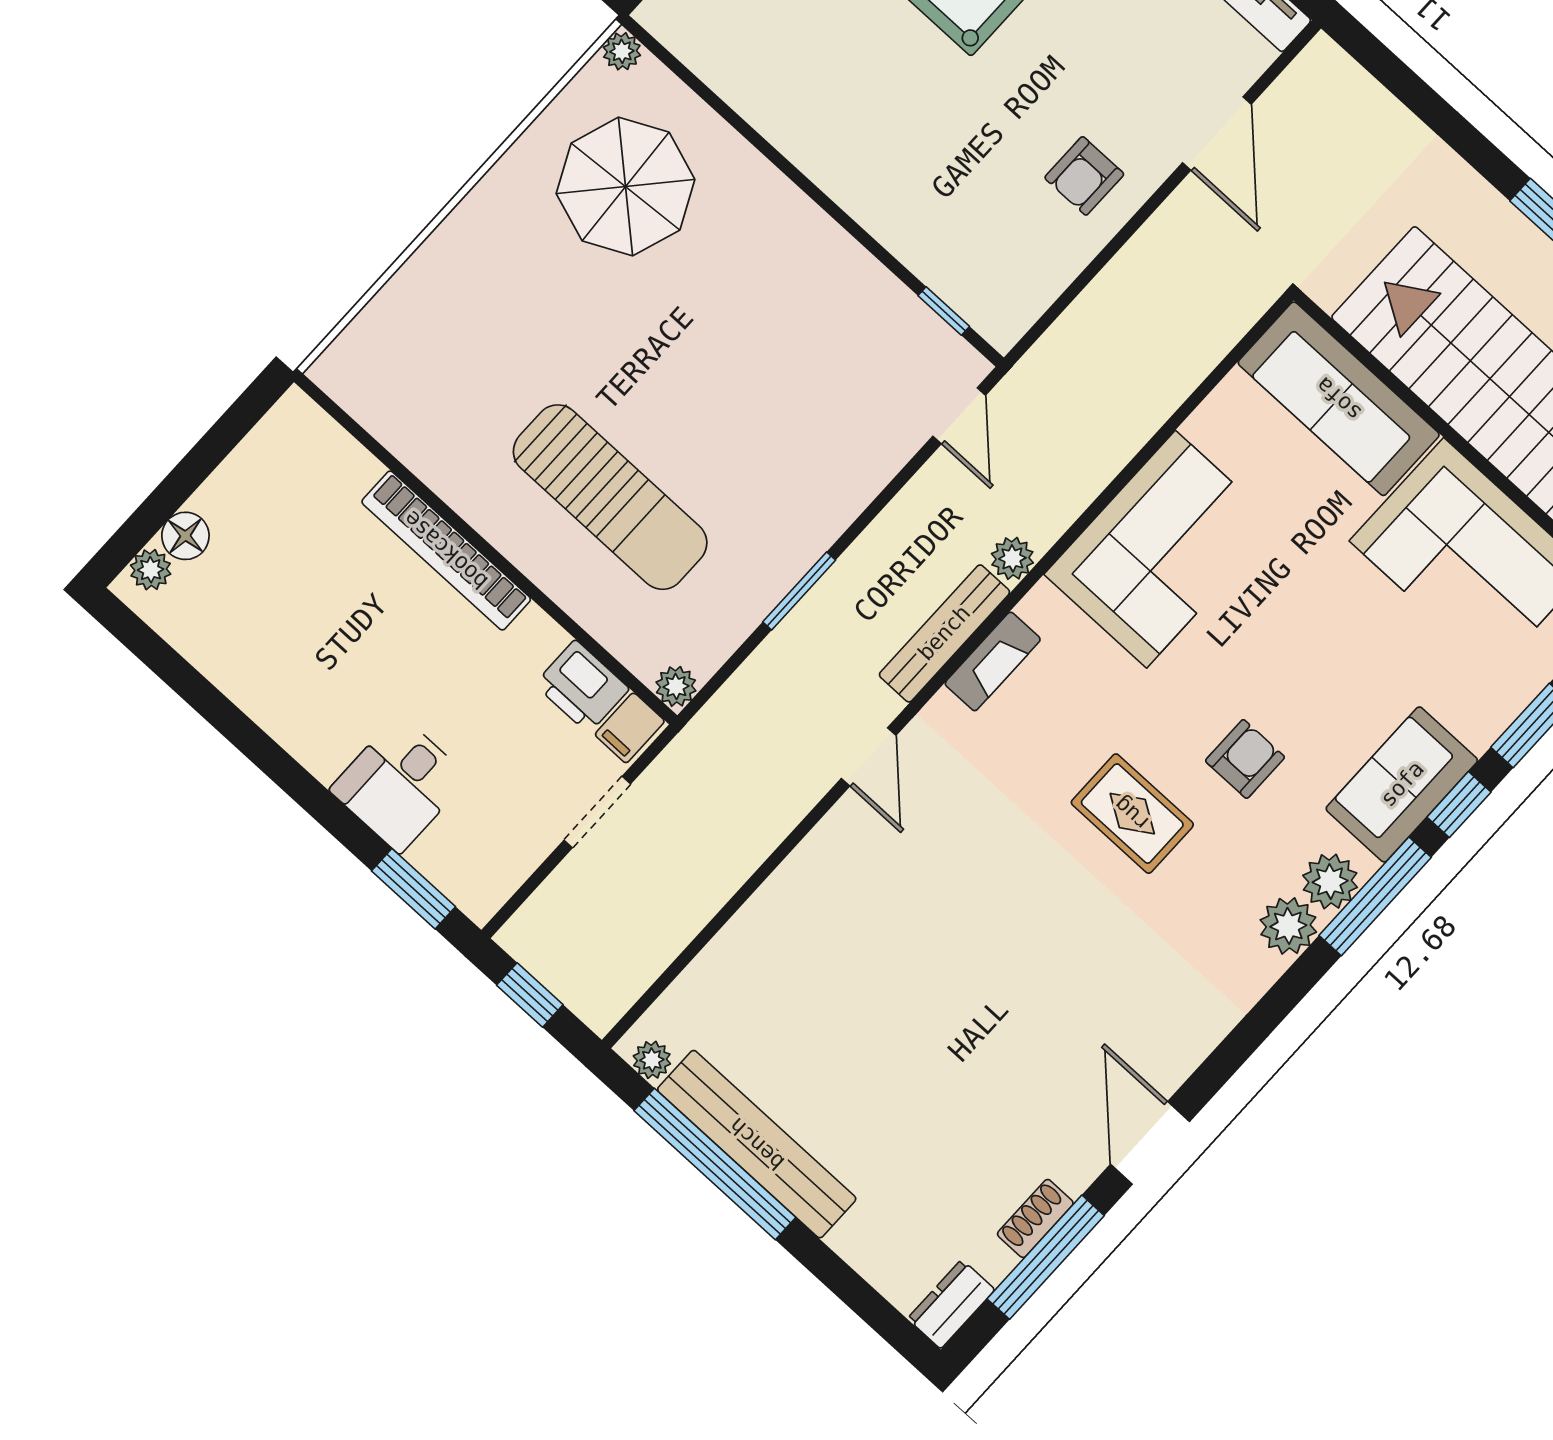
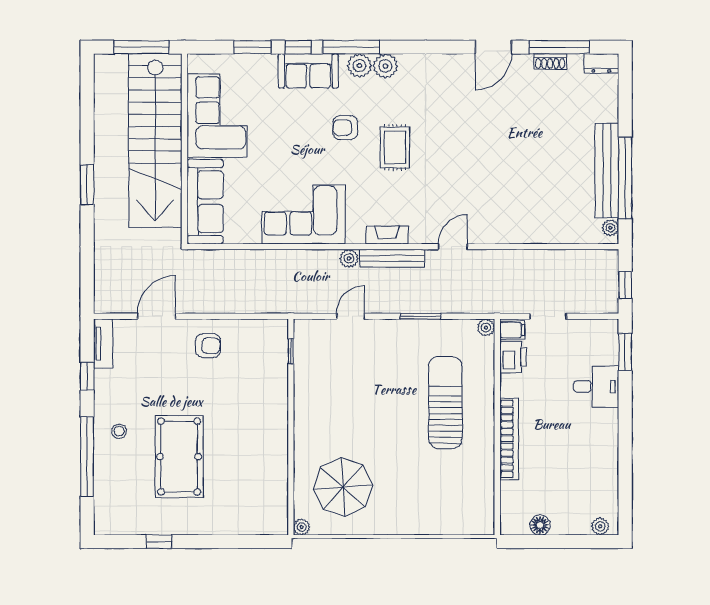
door: (959, 416) -> (351, 316), moved
floor lamp: (185, 536) -> (540, 525), moved

